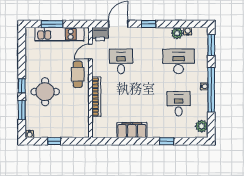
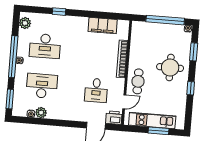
window: (149, 24) -> (67, 123), removed
desk: (179, 61) -> (42, 86), turned 180
window: (22, 86) -> (191, 88), moved
desk: (179, 104) -> (45, 46), width x1.37
filing cabinet: (132, 130) -> (103, 26), moved
window: (54, 141) -> (165, 20), width x3.17

